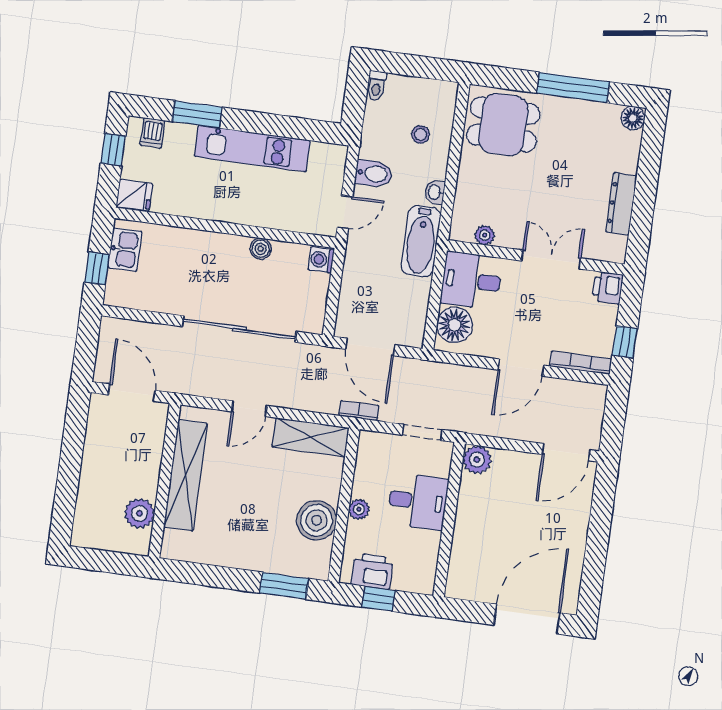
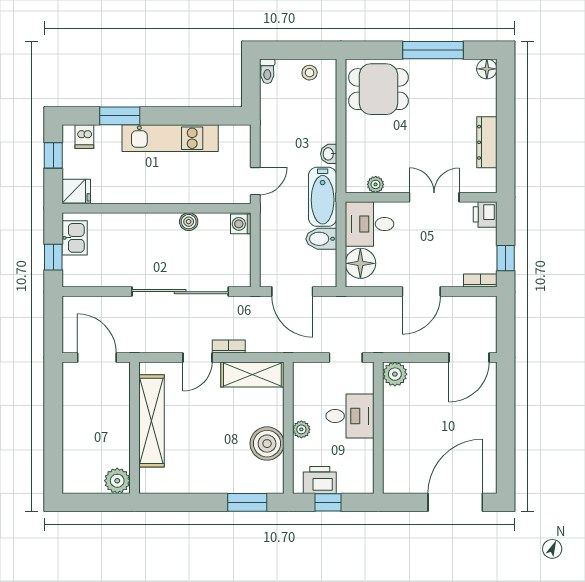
stool: (421, 134) -> (310, 73), moved
bidet: (374, 174) -> (321, 239), moved, turned 180
bookcase: (581, 363) -> (480, 281), width x0.64
bookcase: (359, 411) -> (229, 347), moved
plant: (139, 513) -> (117, 481), moved

